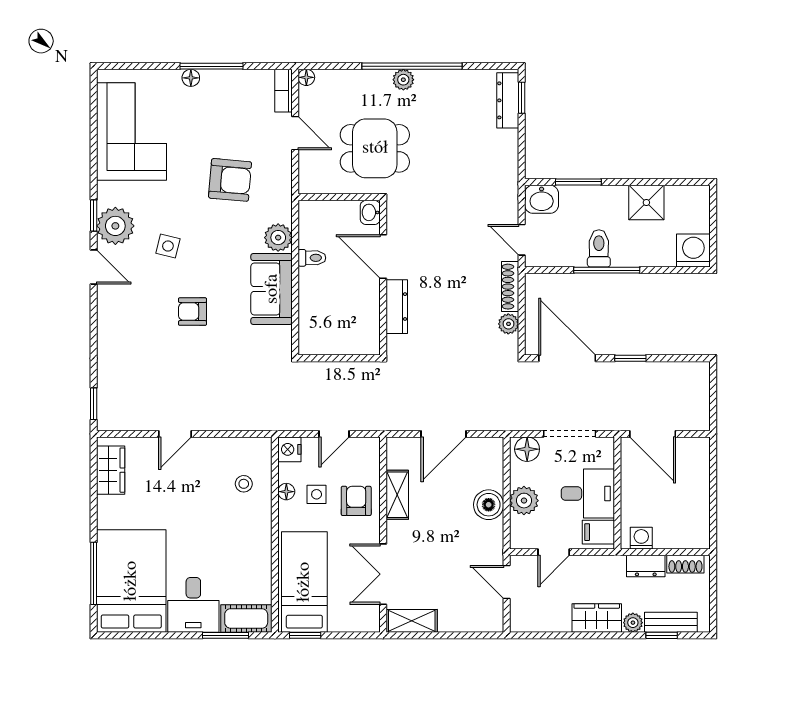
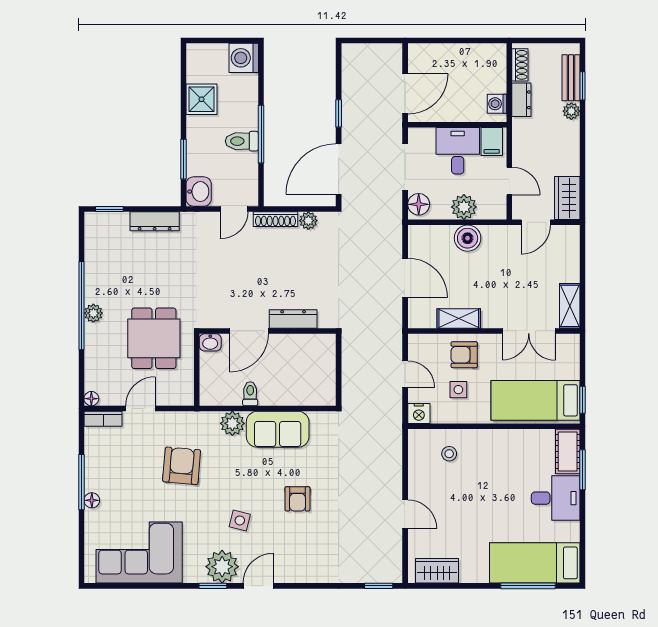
dresser: (508, 100) -> (155, 221), moved
floor lamp: (286, 492) -> (456, 416), removed
bed: (131, 581) -> (535, 563), width x0.67
wardrobe: (597, 618) -> (567, 198), moved

